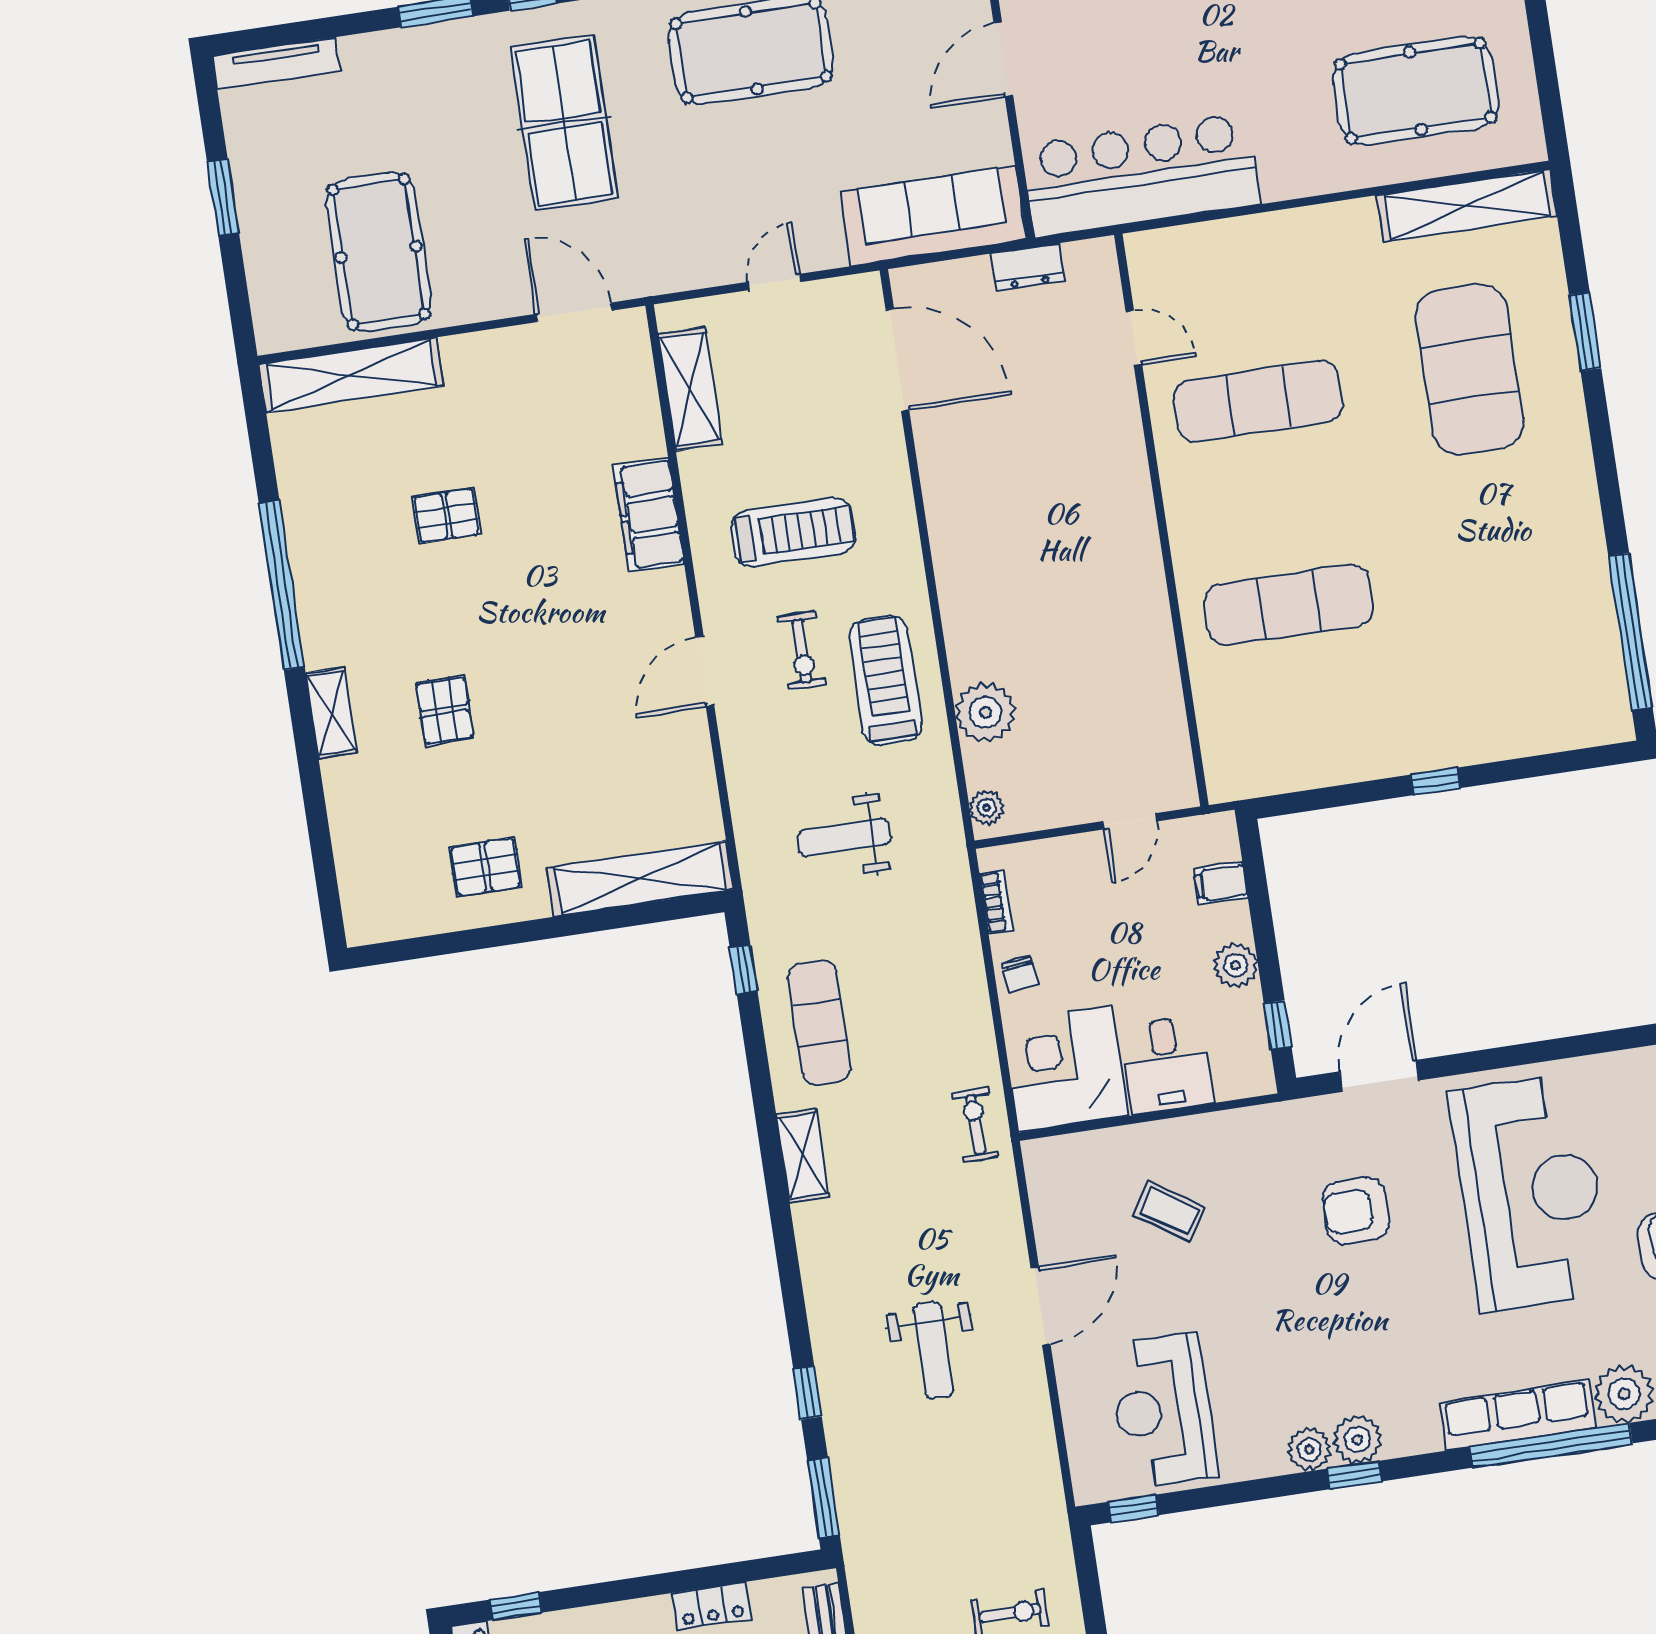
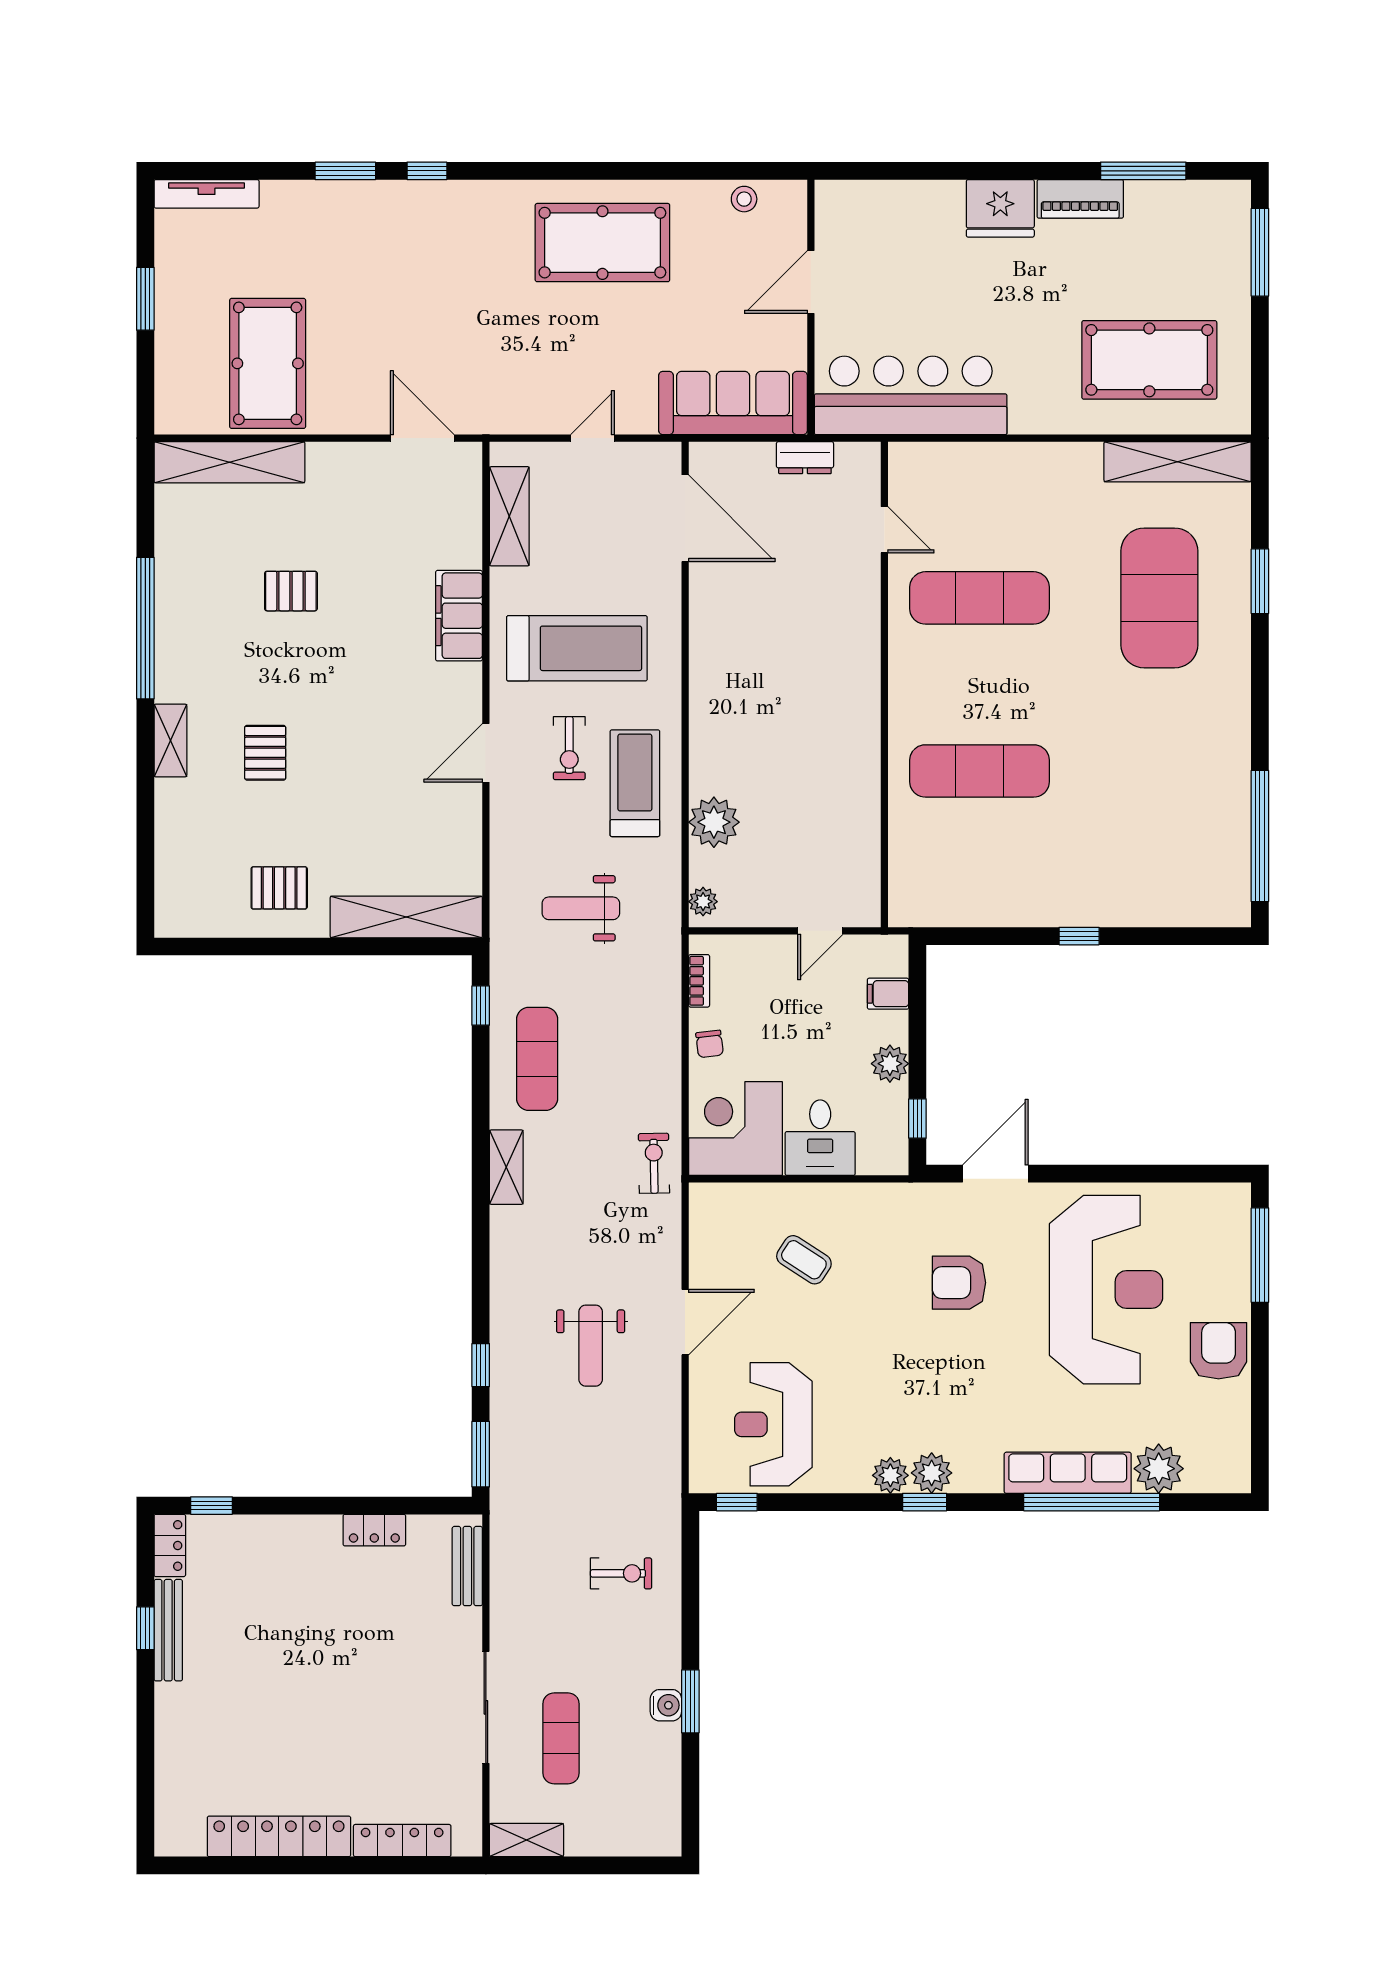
table tennis table: (564, 123) -> (438, 280), removed
treadmill: (793, 532) -> (577, 648), width x1.37, depth x1.37

